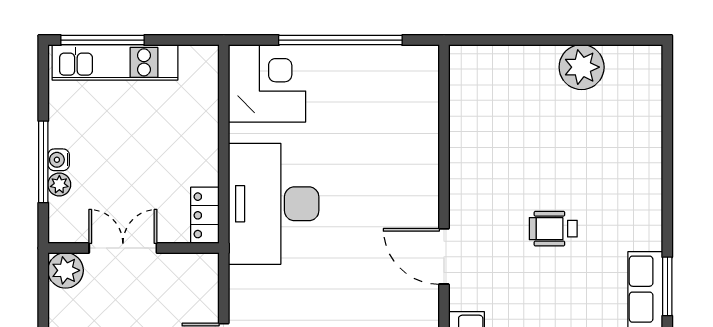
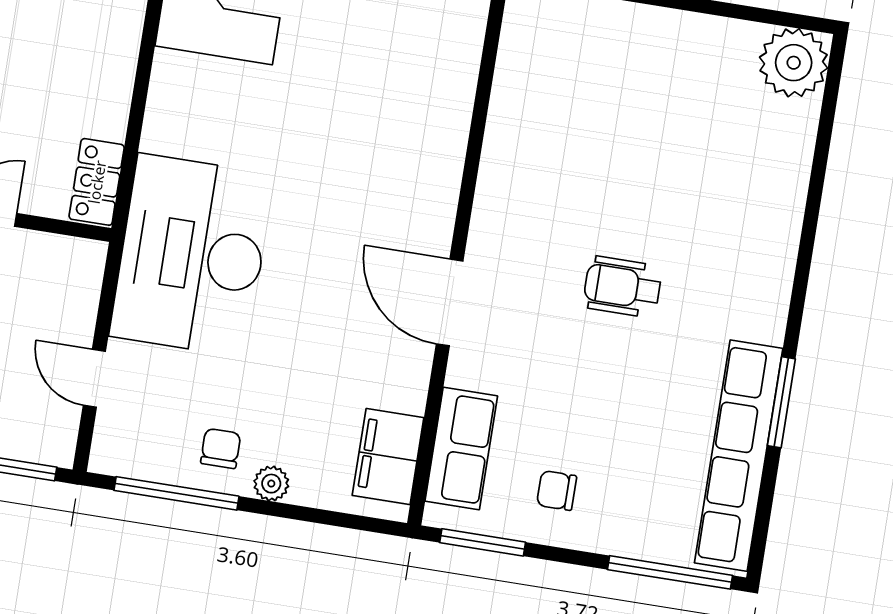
plant: (582, 67) -> (794, 63), moved
desk: (274, 204) -> (192, 255), moved

